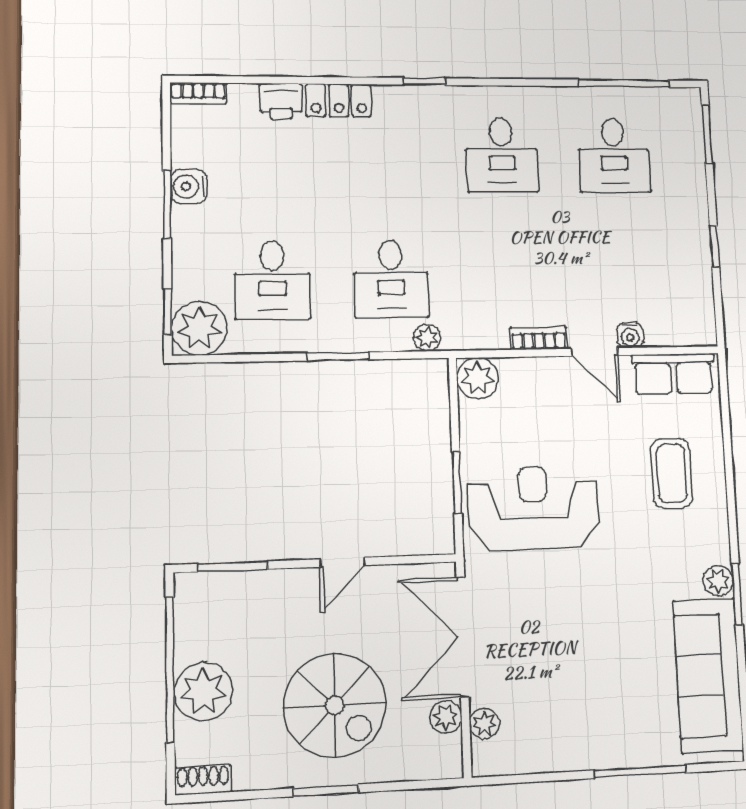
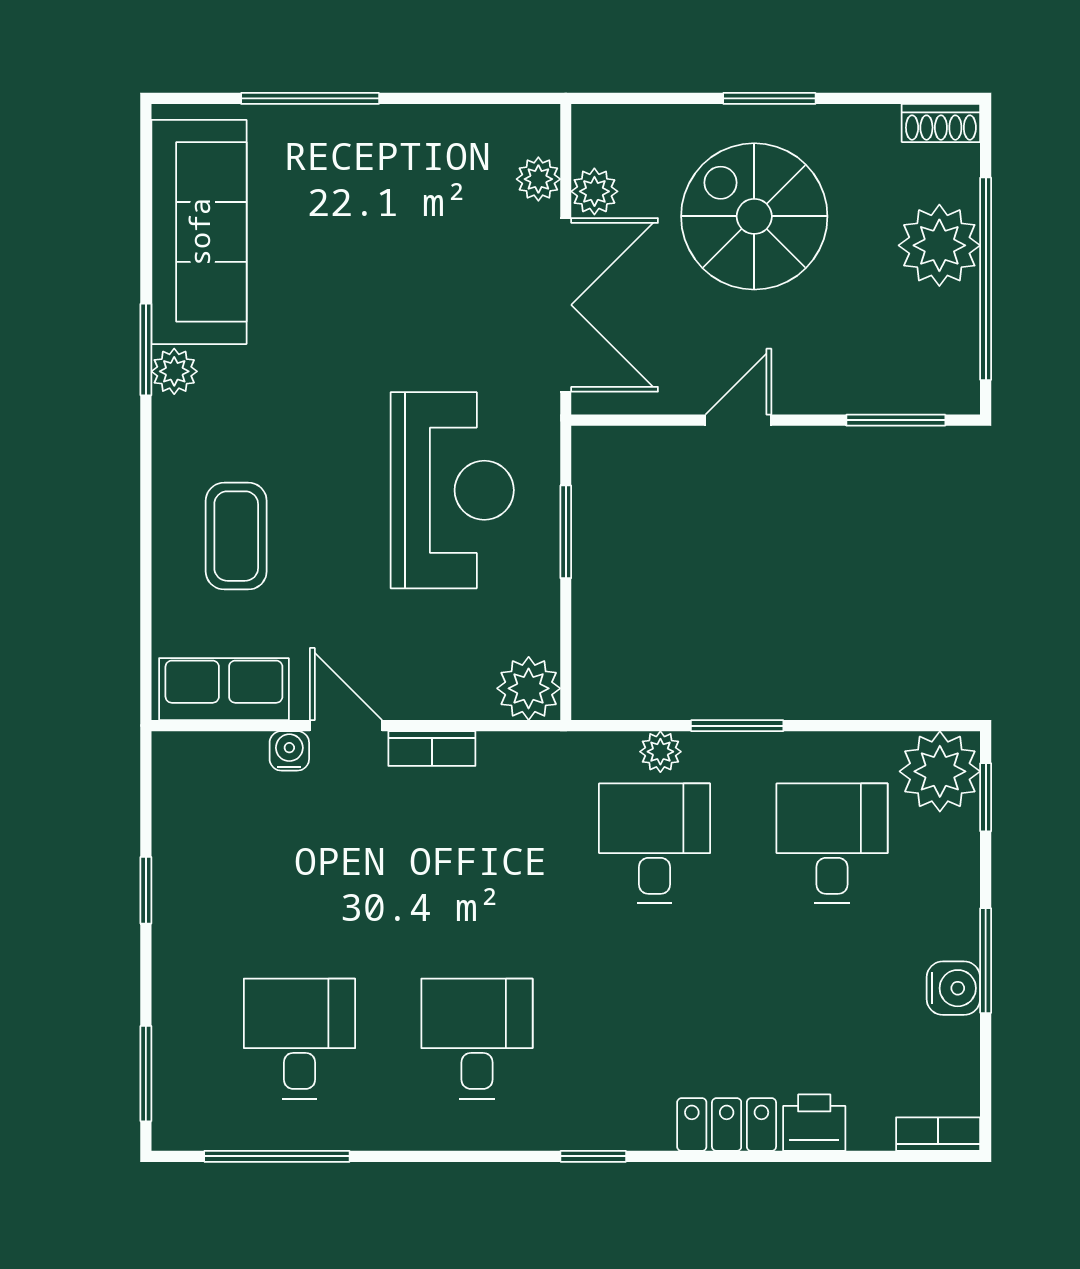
plant: (427, 338) -> (660, 752), moved
reception desk: (533, 508) -> (452, 490), turned -90

